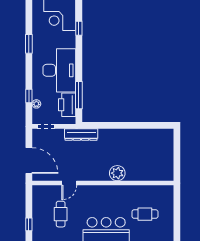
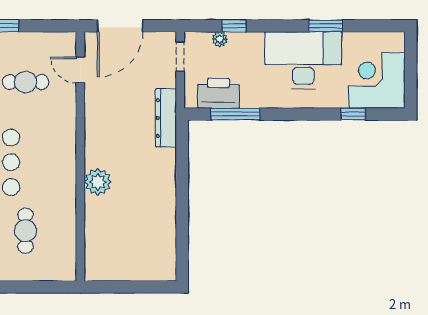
desk: (59, 70) -> (303, 60), moved, turned 180
door: (69, 183) -> (80, 70), moved

